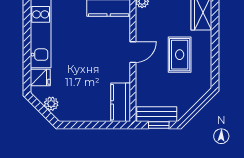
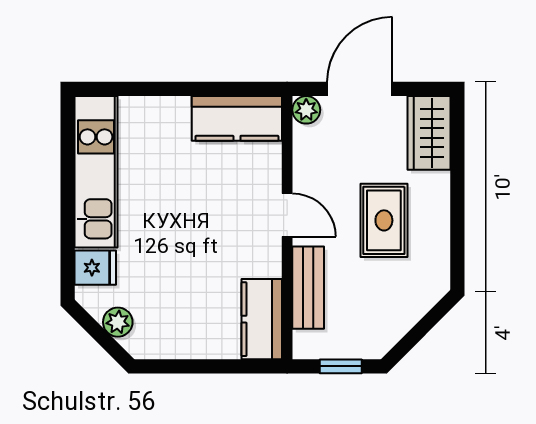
door: (133, 52) -> (287, 215), hinge flipped
bench: (157, 114) -> (308, 288), moved, turned 90

